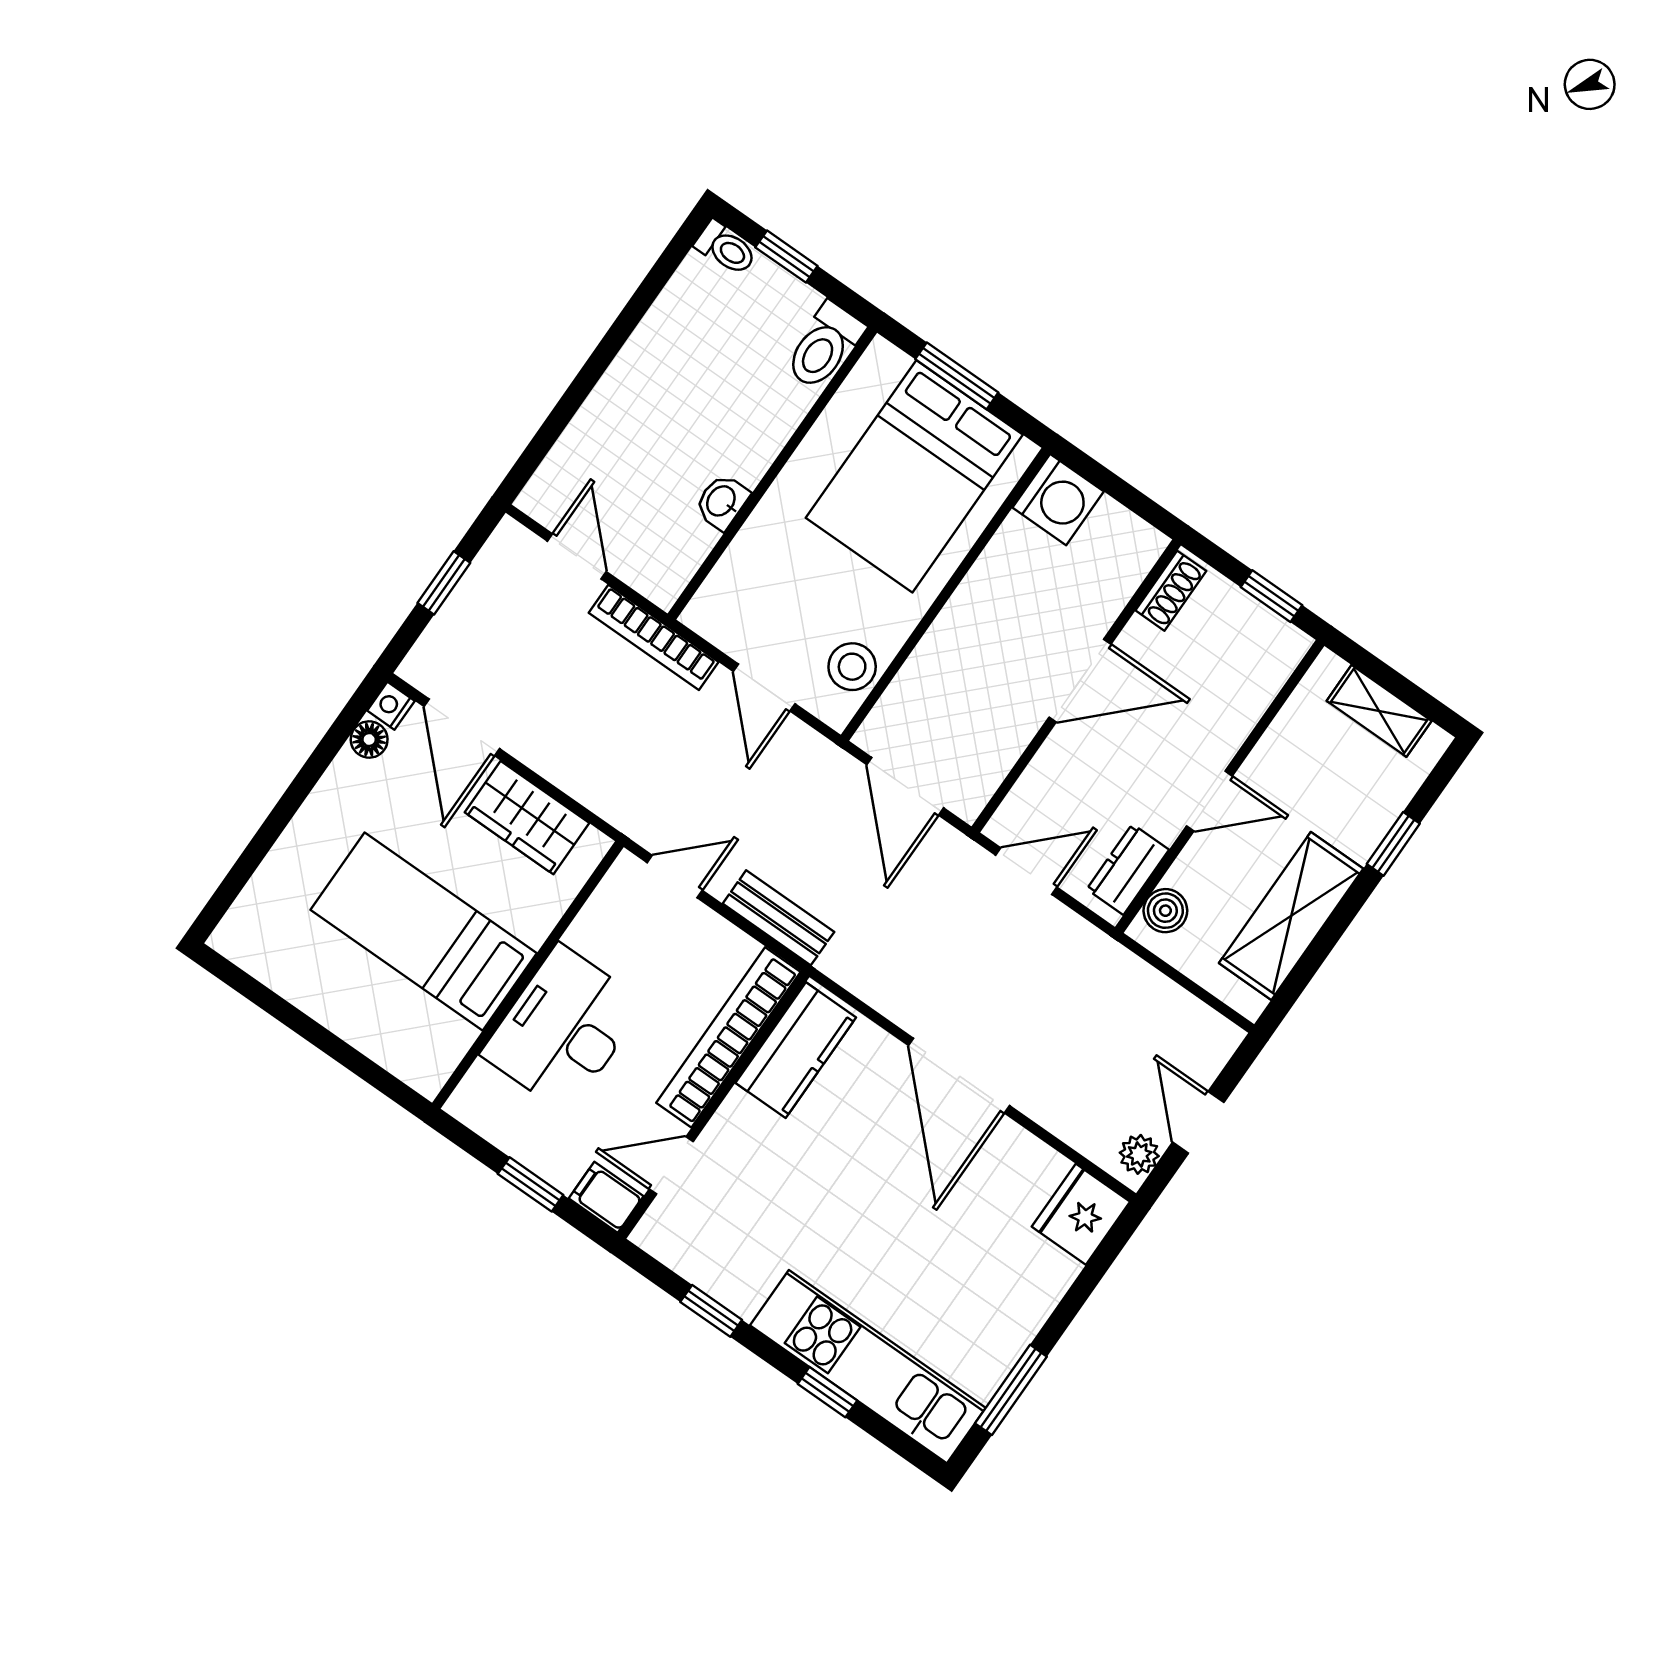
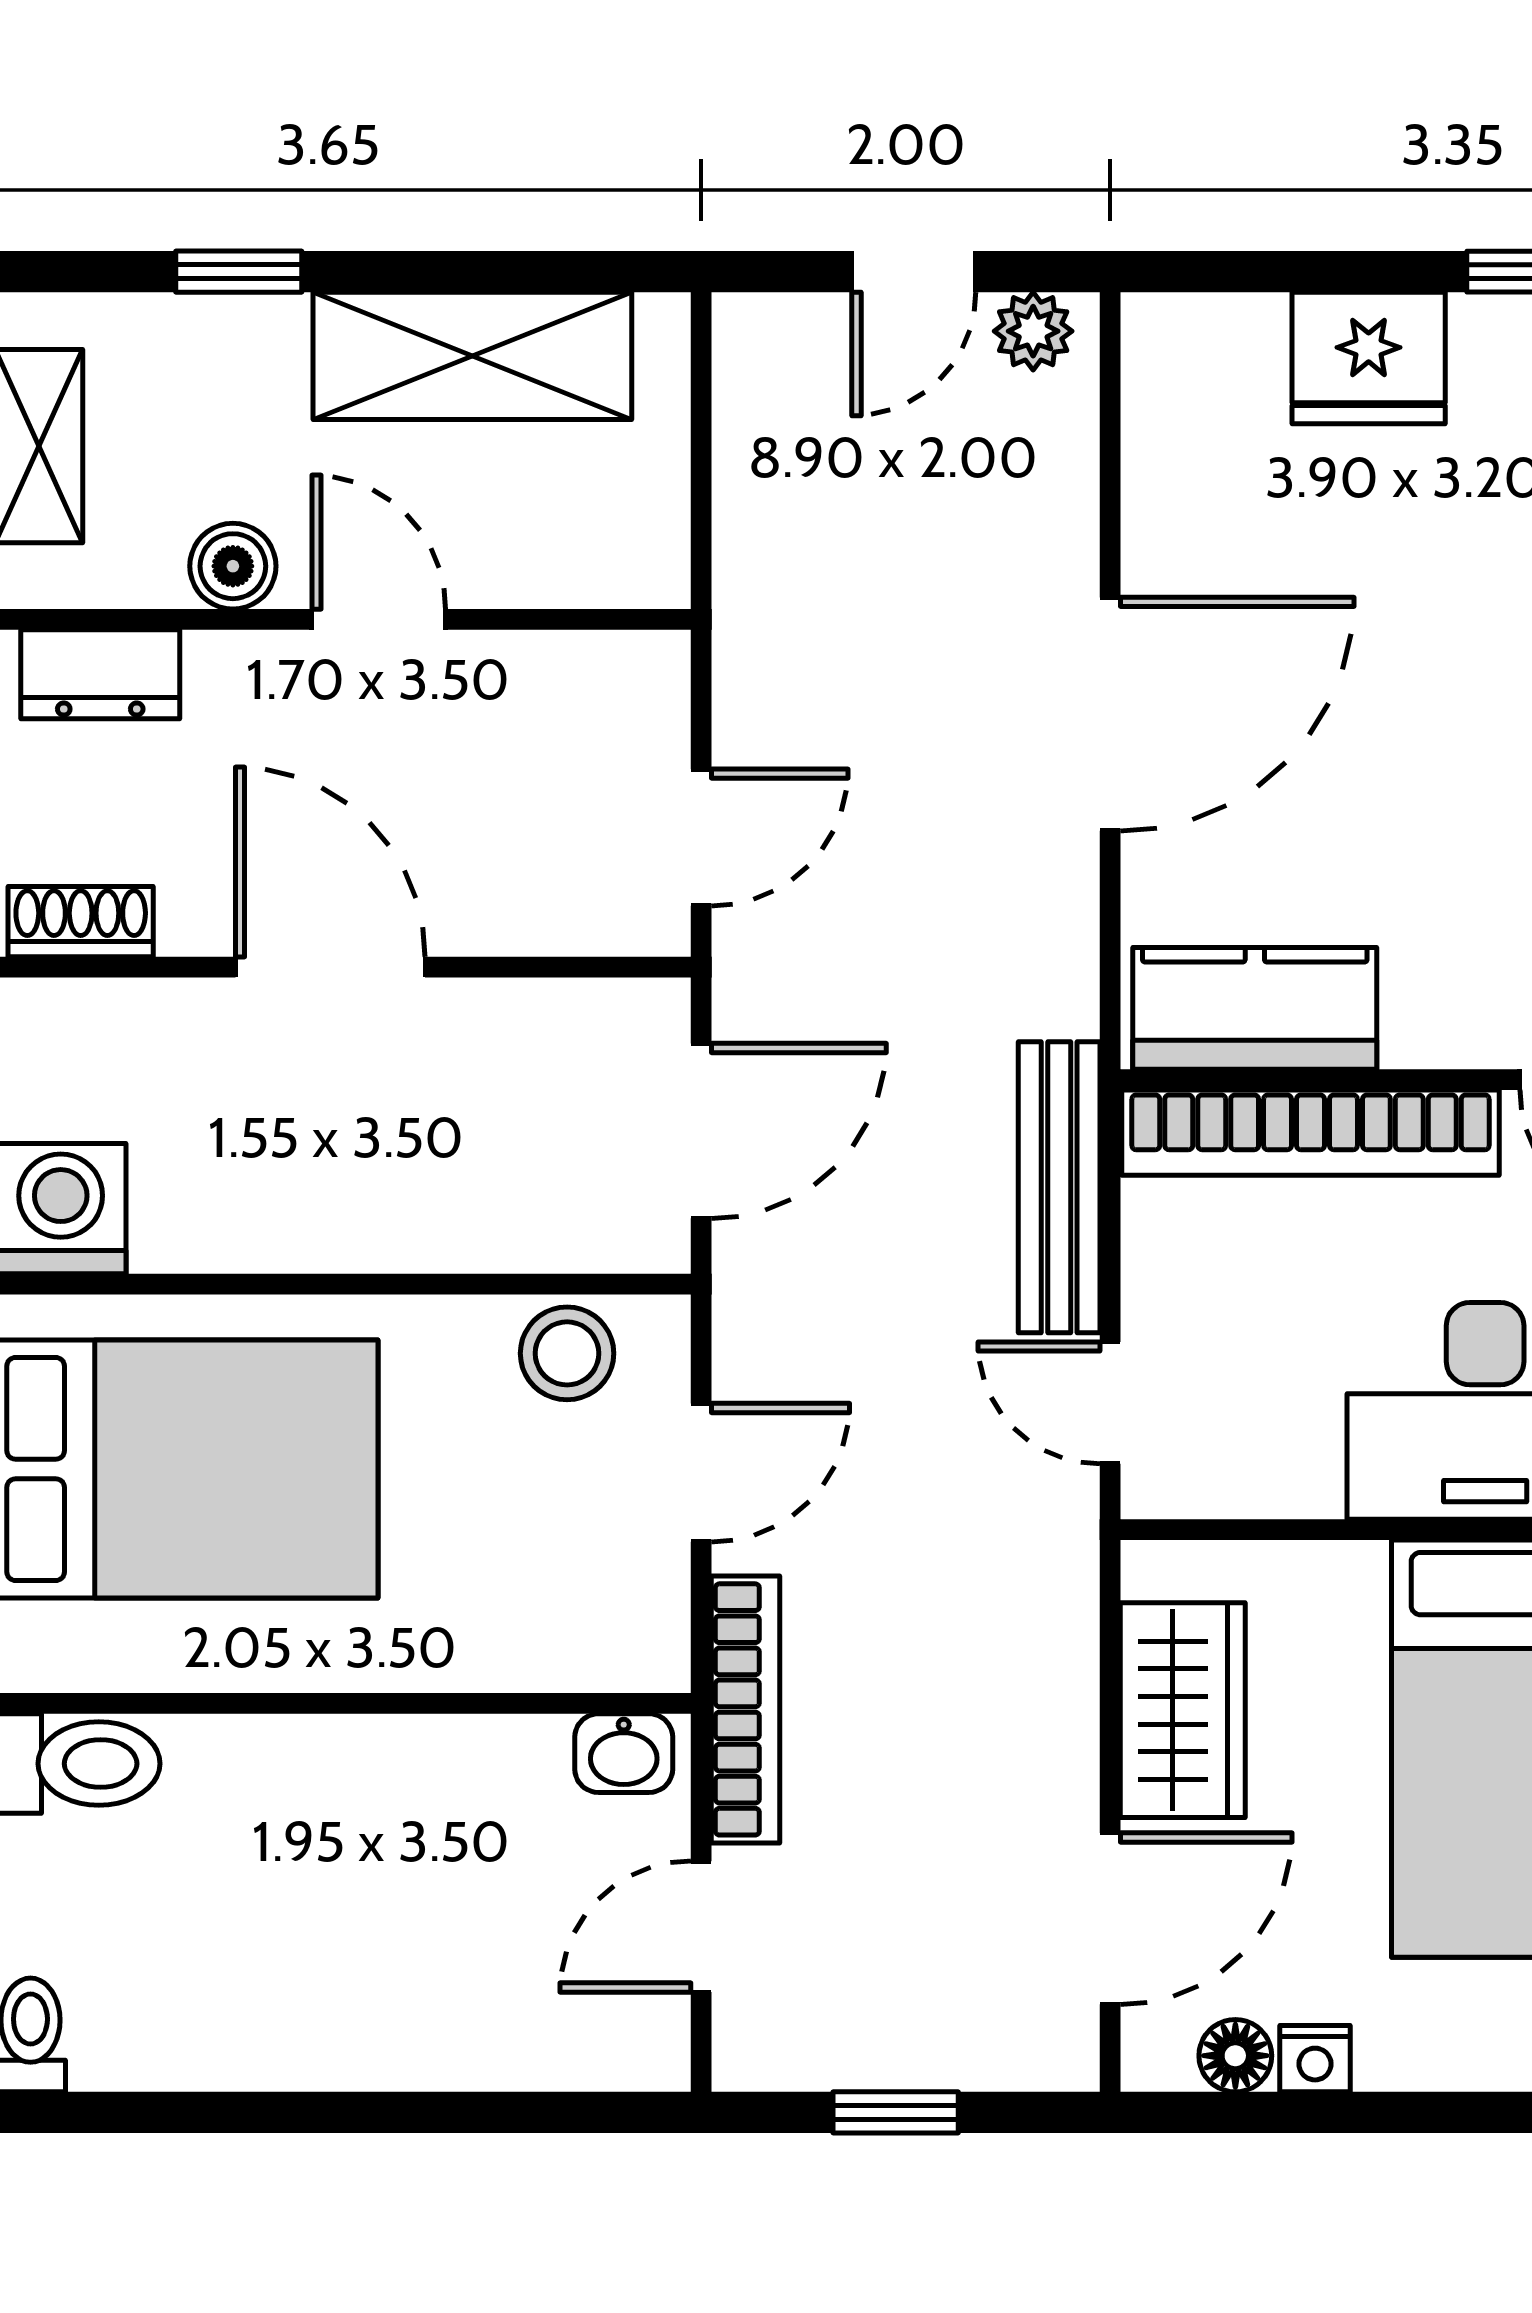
washbasin: (722, 502) -> (624, 1753), moved
nightstand: (391, 706) -> (1315, 2059), moved
dresser: (1128, 869) -> (100, 674), moved
door: (1026, 871) -> (701, 837), swing flipped
boiler: (1165, 911) -> (233, 566), moved
bench: (778, 918) -> (1059, 1187), width x1.36
fridge: (1081, 1214) -> (1369, 358), moved

